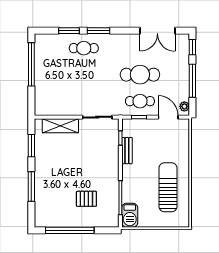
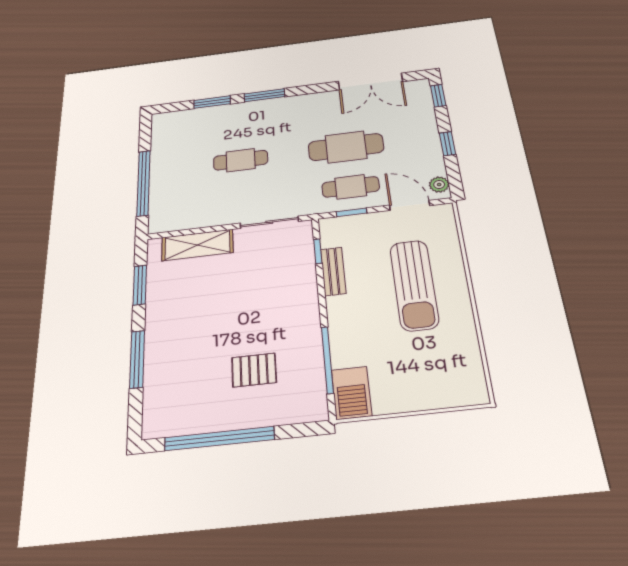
cafe table: (84, 48) -> (241, 160), moved
window: (31, 64) -> (143, 183), moved
window: (192, 81) -> (447, 144), width x0.46
sun lounger: (168, 187) -> (414, 285), moved, turned 180

